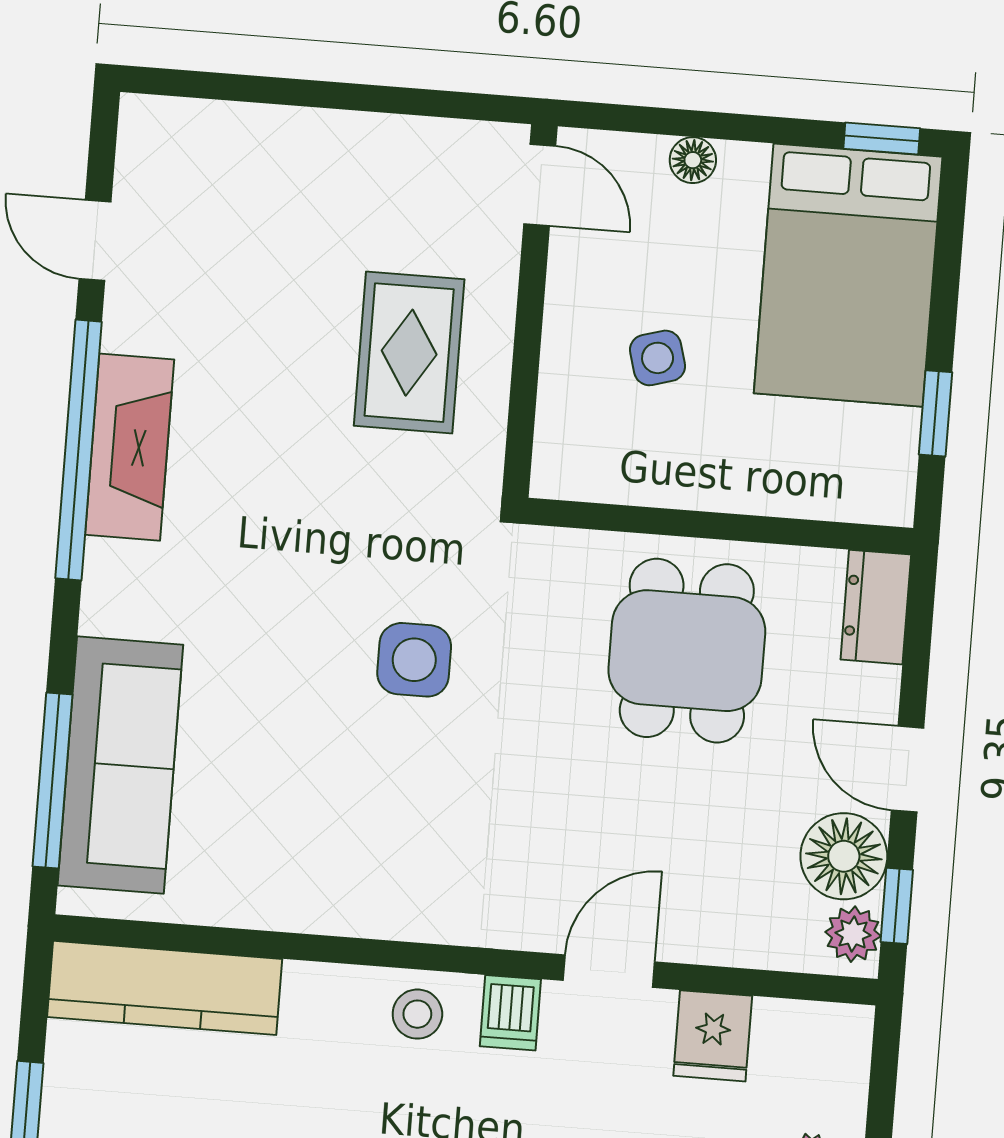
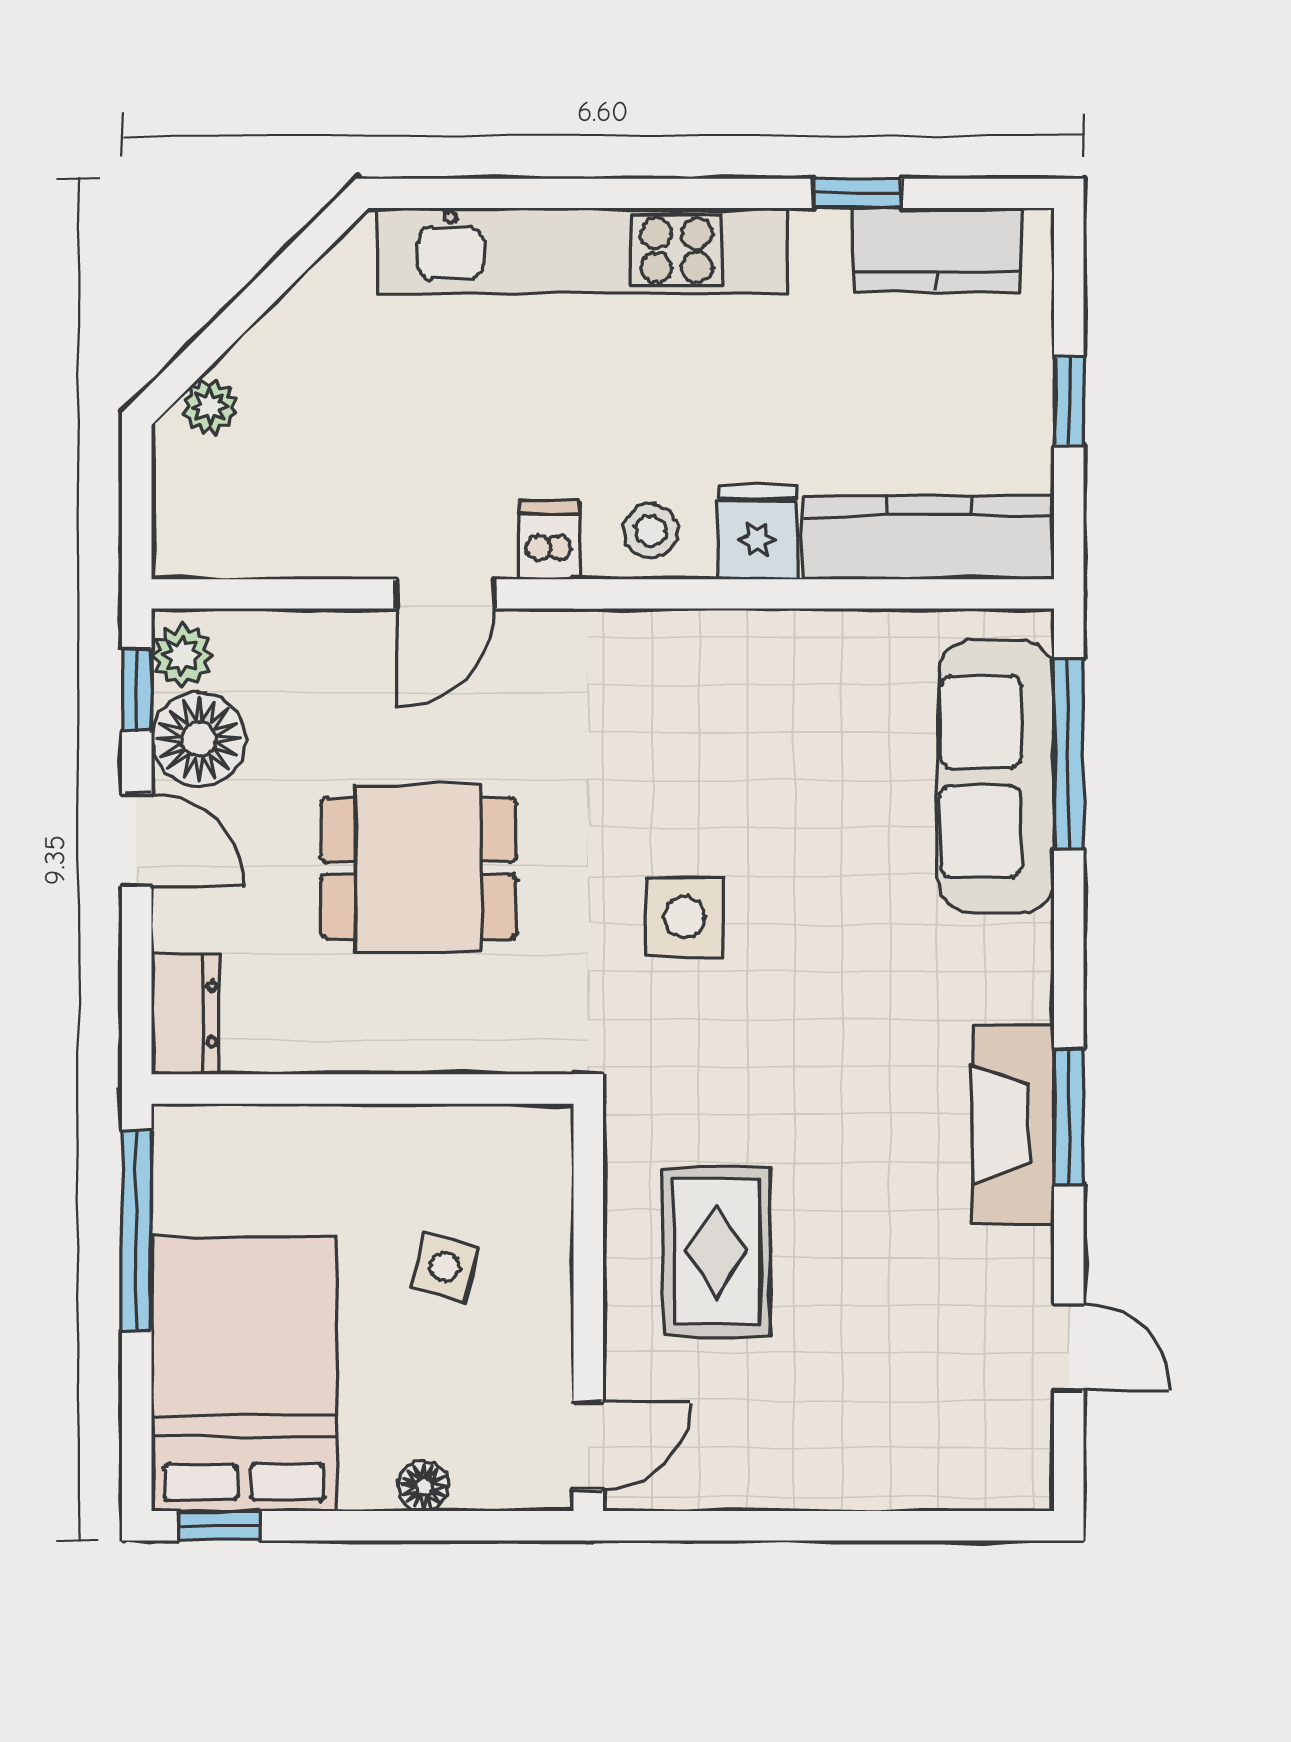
door: (540, 185) -> (588, 1446), swing flipped
side table: (658, 358) -> (445, 1267), turned 31
window: (936, 413) -> (137, 1230), width x2.17
window: (78, 450) -> (1069, 1117), width x0.47
dining table: (687, 651) -> (419, 868), moved, turned 90
fridge: (713, 1036) -> (757, 532), moved

